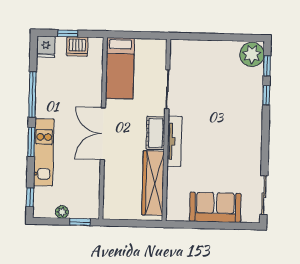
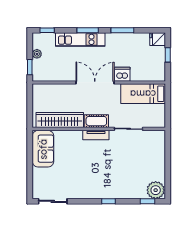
dishwasher: (77, 46) -> (122, 74), moved, turned 90
window: (32, 95) -> (122, 30), width x0.69
window: (266, 95) -> (108, 201), moved
tv unit: (174, 141) -> (96, 135), width x0.71
sofa: (215, 207) -> (43, 149), moved

